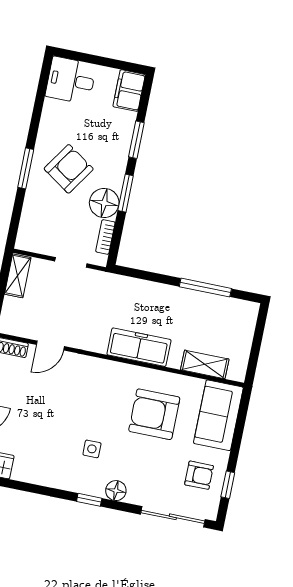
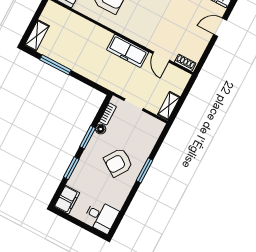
floor lamp: (104, 203) -> (101, 129), width x0.53, depth x0.53
door: (50, 346) -> (161, 57), swing flipped
freezer: (139, 347) -> (128, 51), moved
shelving: (205, 364) -> (37, 36), moved, turned 90

